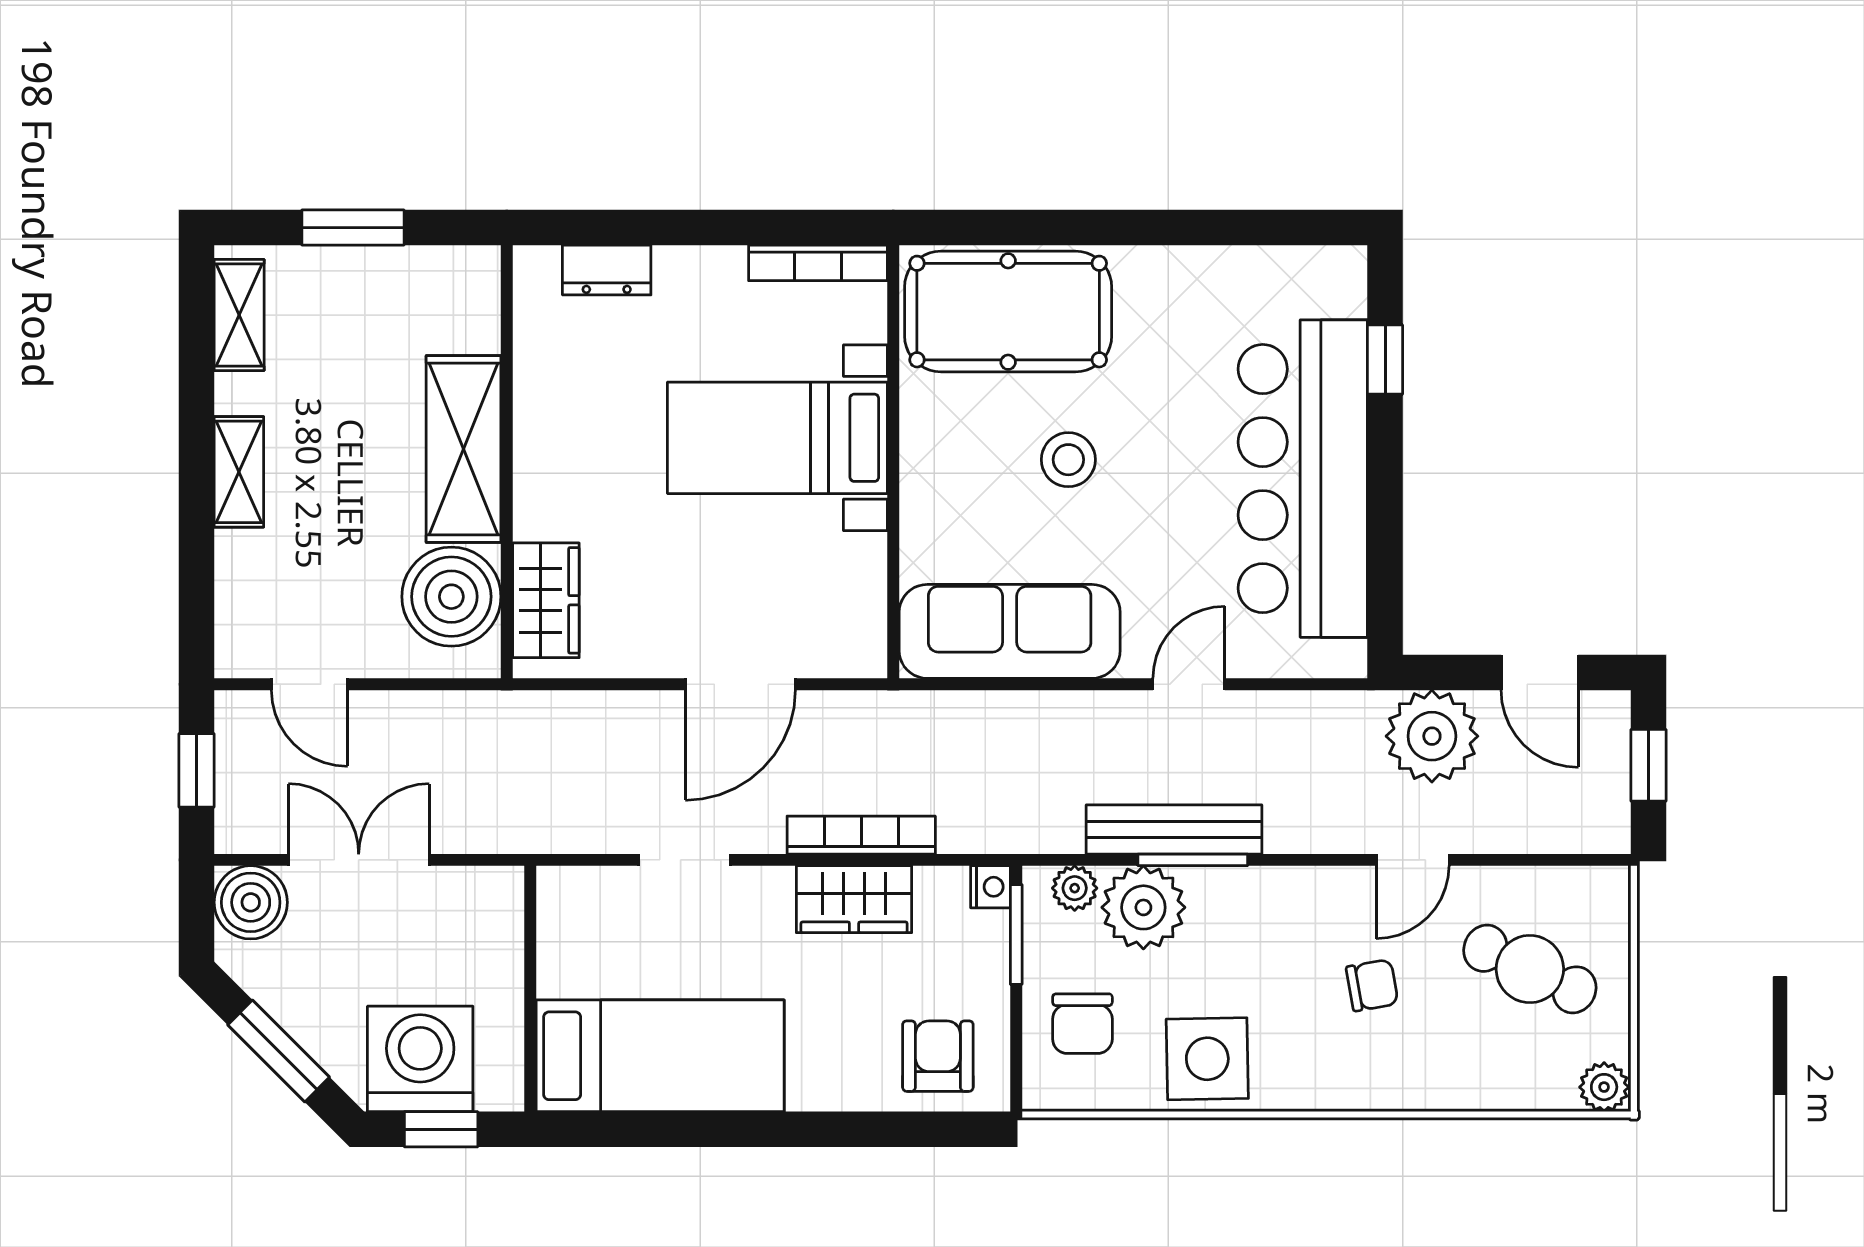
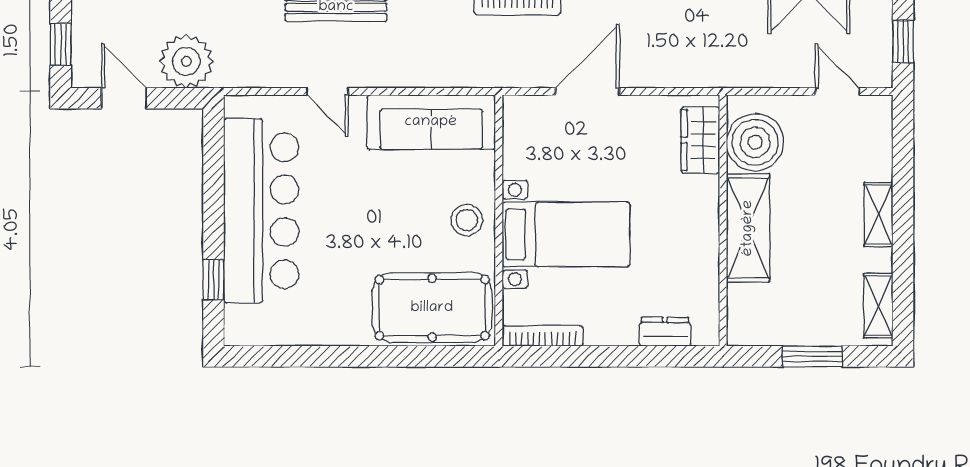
stool: (1068, 460) -> (467, 220), moved
door: (1189, 684) -> (327, 91), hinge flipped

